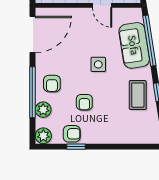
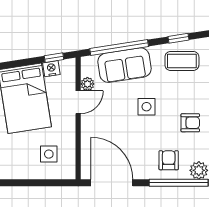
plant: (118, 13) -> (87, 84), added
armchair: (52, 84) -> (169, 160), turned -90

